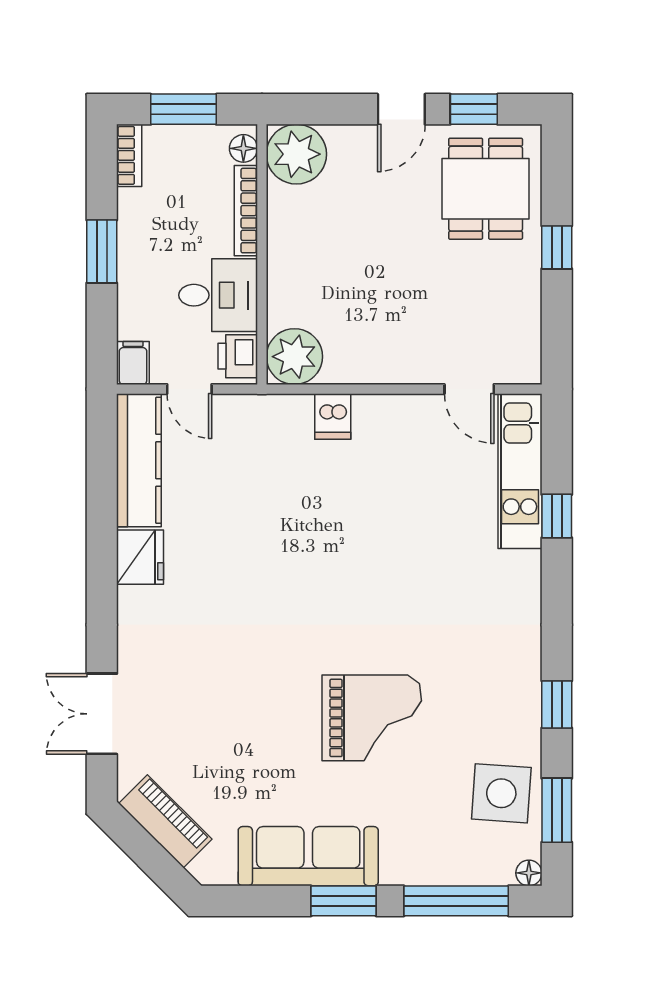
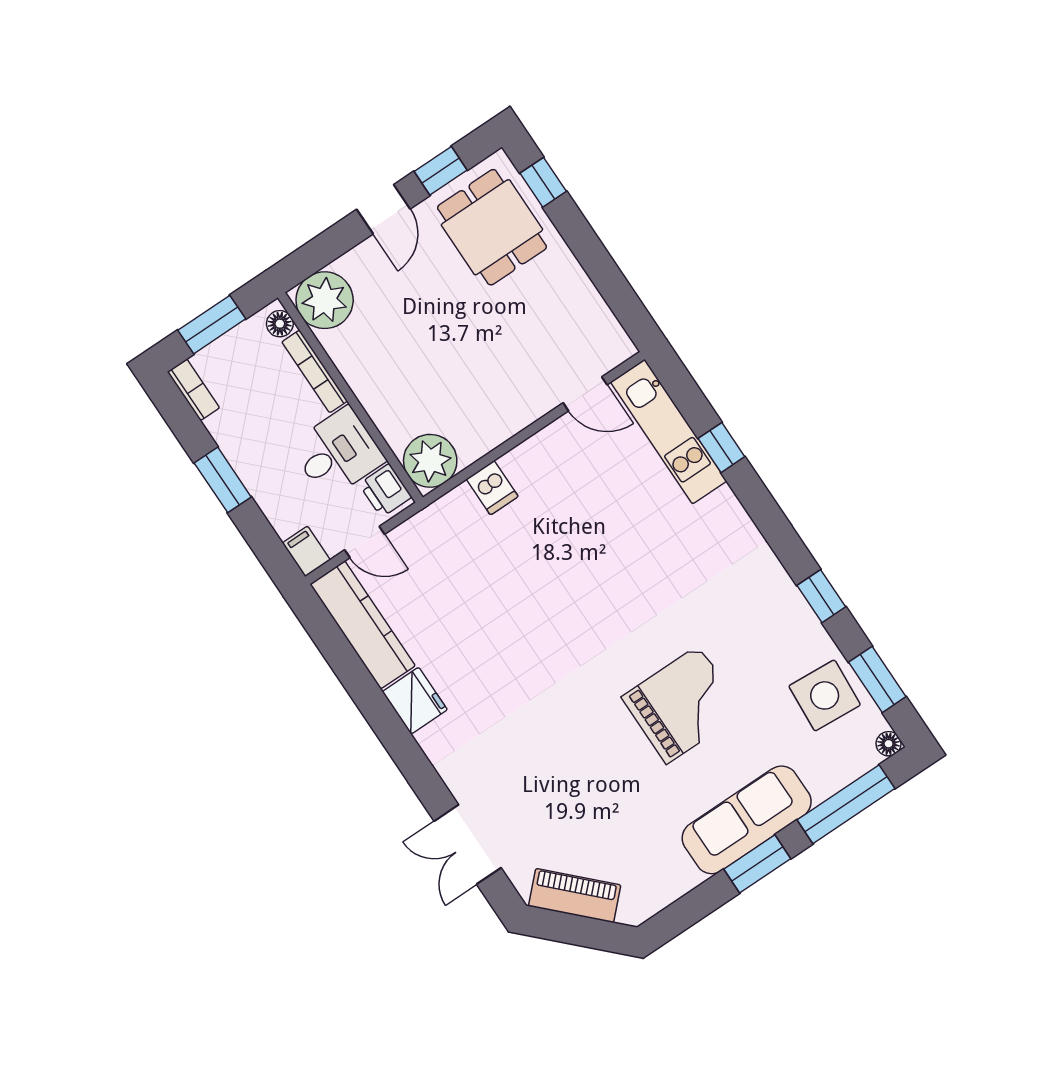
window: (557, 247) -> (543, 182), moved
sofa: (308, 856) -> (747, 820), moved

